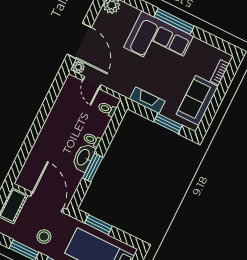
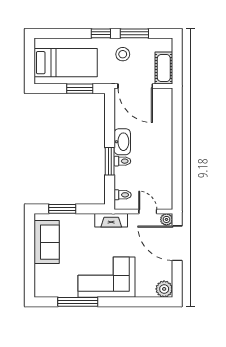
window: (174, 21) -> (78, 302), moved
bookcase: (220, 72) -> (39, 277), removed
fireplace: (147, 100) -> (111, 220), moved
window: (93, 168) -> (110, 161), moved

